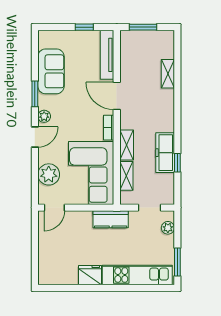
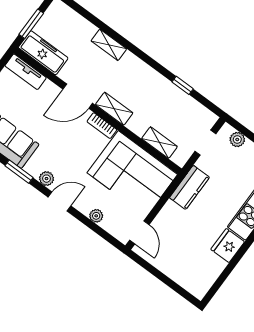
tv unit: (107, 55) -> (26, 72), width x0.71
shelving: (168, 74) -> (109, 45), moved
door: (35, 137) -> (60, 202), hinge flipped
shelving: (127, 145) -> (114, 109), moved
freezer: (165, 153) -> (43, 53), moved, turned 180
plant: (49, 174) -> (96, 216), width x0.53, depth x0.53

